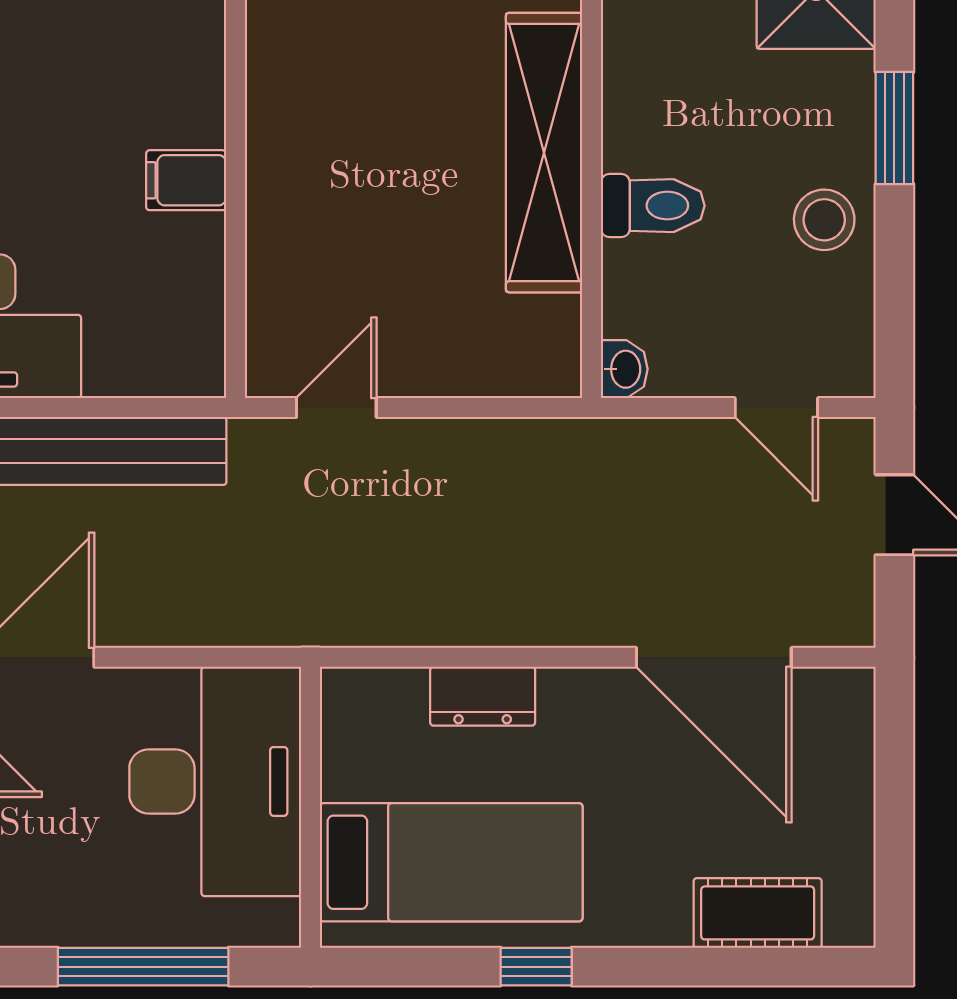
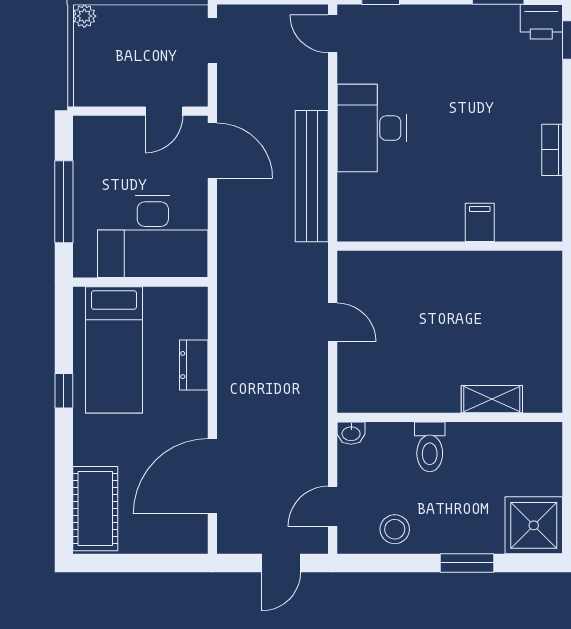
shelving: (544, 153) -> (492, 399), width x0.45, depth x0.75
filing cabinet: (186, 180) -> (480, 222), moved
stool: (824, 220) -> (395, 529), moved
door: (336, 408) -> (333, 322), moved
cot: (758, 913) -> (95, 509), width x1.37, depth x1.34

